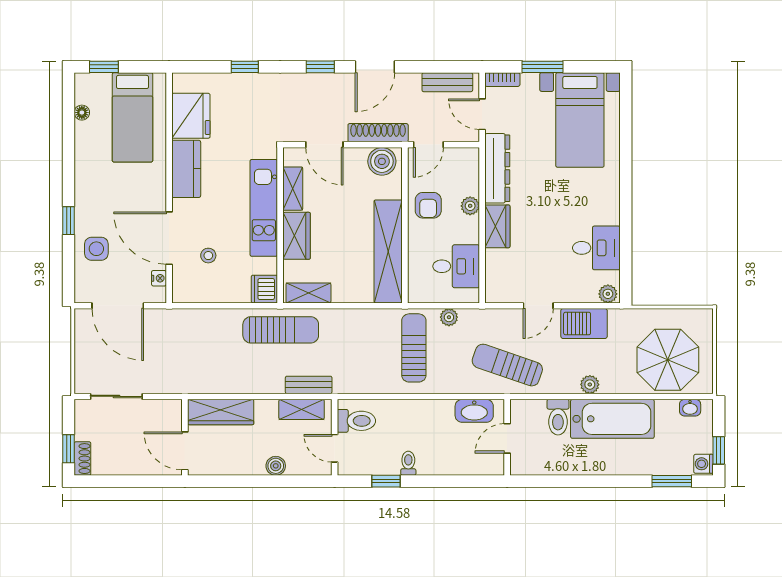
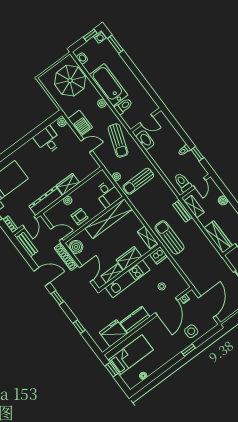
window: (104, 67) -> (111, 370), moved
desk: (456, 266) -> (108, 194), moved, turned 180

